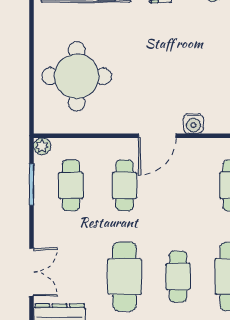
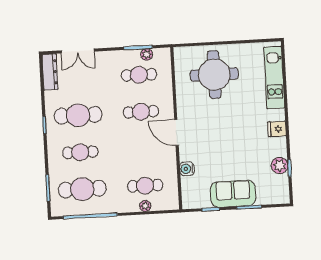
water cooler: (193, 124) -> (187, 169), moved
plant: (42, 146) -> (147, 54), moved

